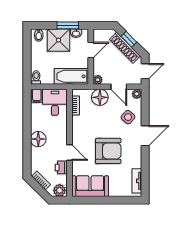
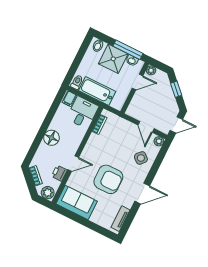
window: (68, 25) -> (128, 50), width x1.44
shoe rack: (125, 48) -> (169, 95), removed
bathtub: (71, 76) -> (97, 91), moved
plant: (98, 80) -> (151, 70), moved
floor lamp: (100, 97) -> (125, 128), removed
door: (145, 136) -> (142, 193), moved
door: (69, 153) -> (73, 164), hinge flipped

